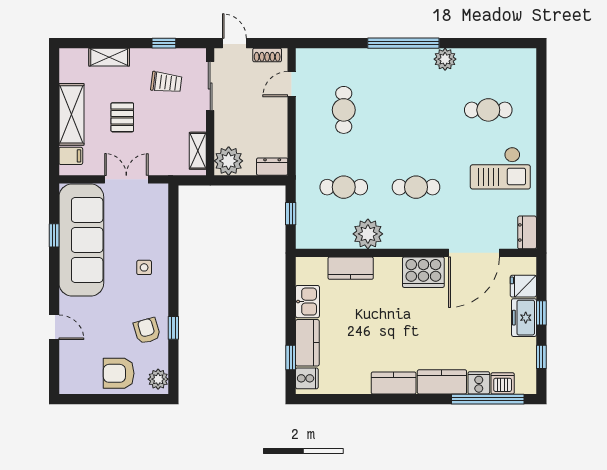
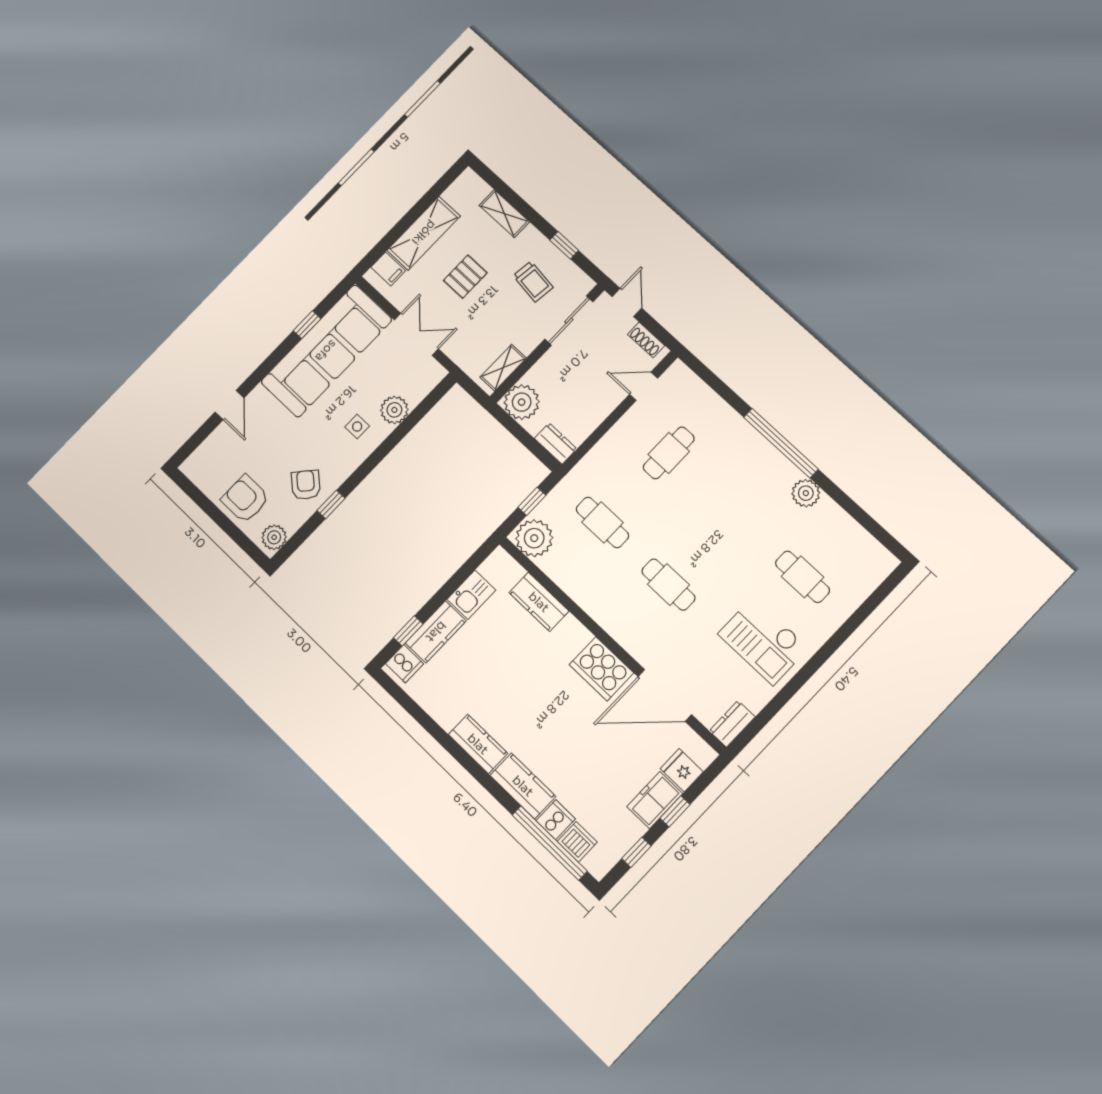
plant: (368, 234) -> (534, 538), moved
plant: (157, 237) -> (394, 410), added
armchair: (147, 331) -> (306, 485), turned -33

